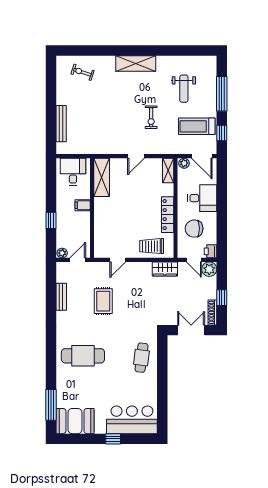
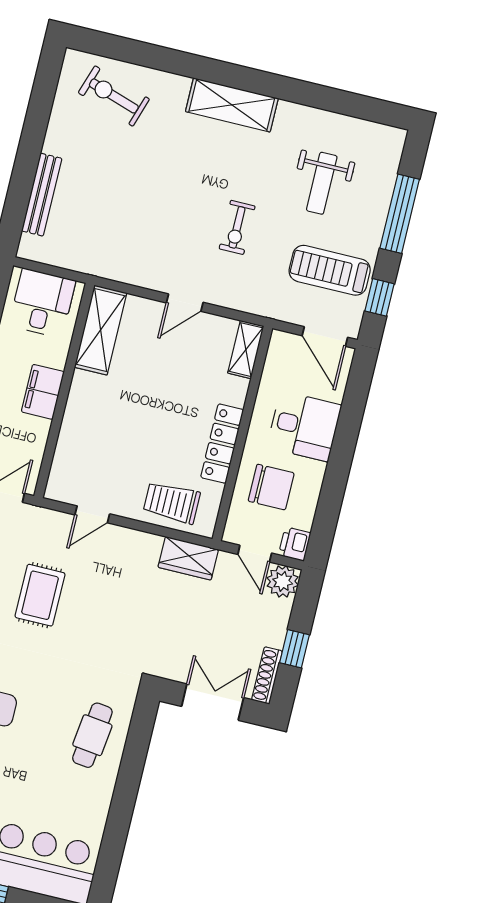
exercise bike: (82, 72) -> (114, 96), width x1.38, depth x1.39
plant: (184, 163) -> (284, 342), removed
filing cabinet: (83, 205) -> (43, 392), width x2.00
chair: (194, 229) -> (271, 487), turned 180

